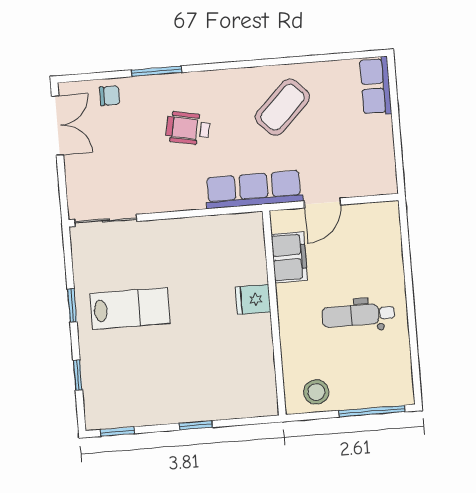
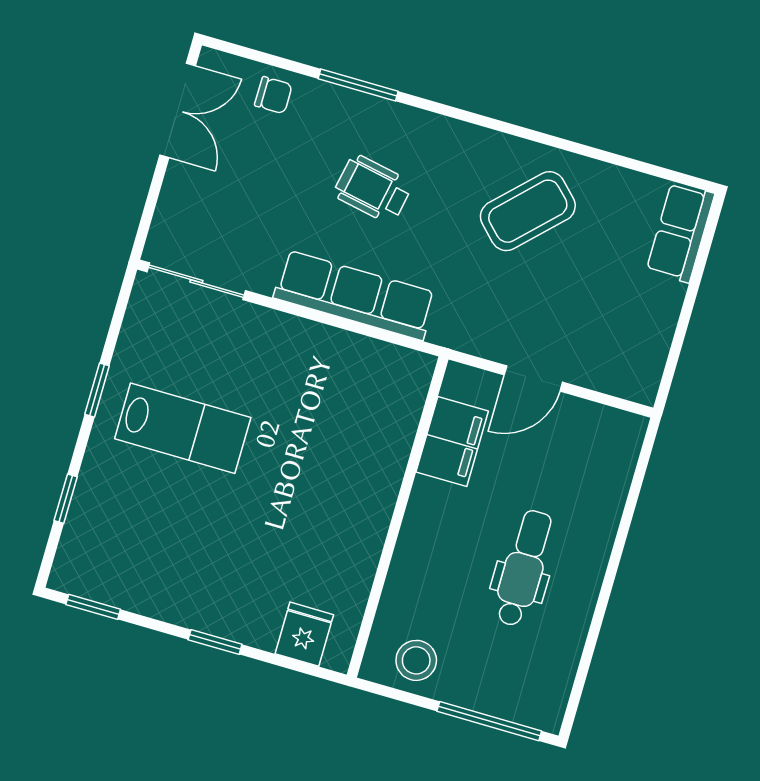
row of seats: (254, 190) -> (355, 295), moved
fridge: (253, 299) -> (304, 634), moved, turned 90
dental chair: (358, 315) -> (524, 568), turned 90

